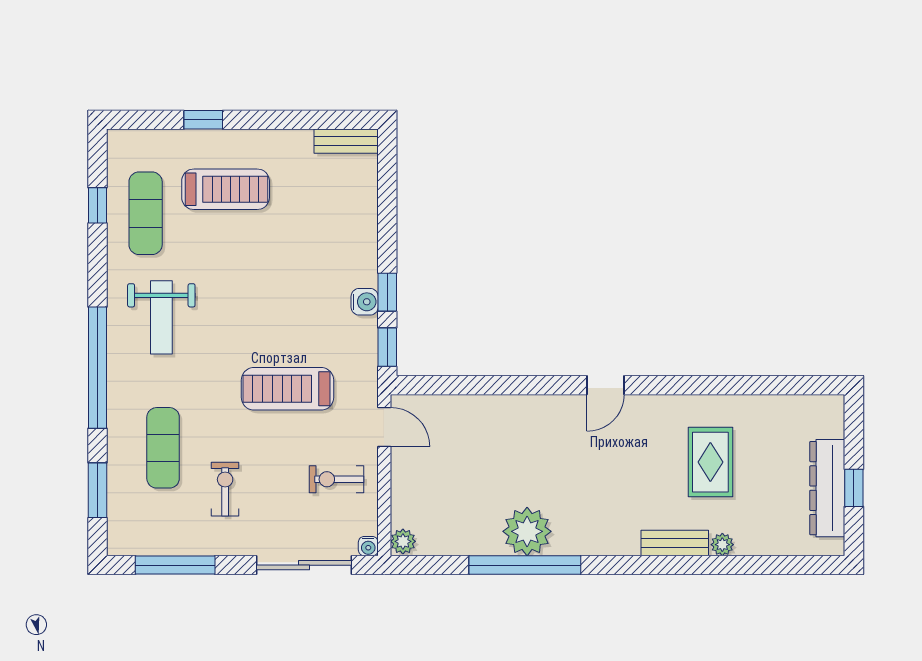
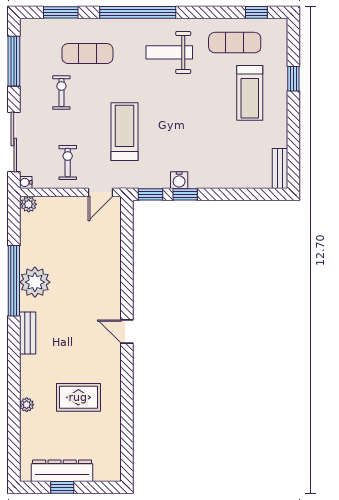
window: (97, 205) -> (256, 12), moved
exercise bike: (225, 489) -> (61, 92), turned -90
bench: (675, 543) -> (28, 333), moved

